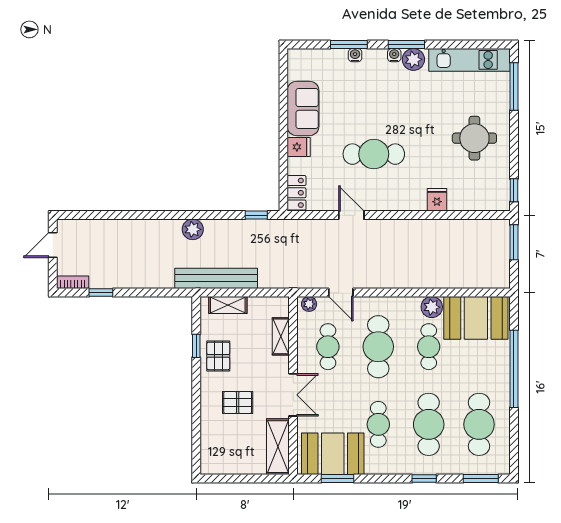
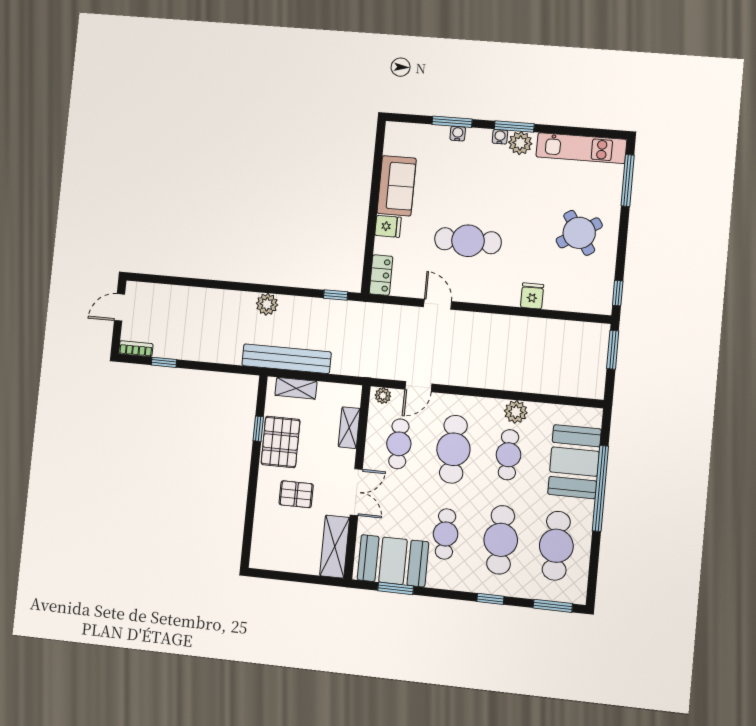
round table: (474, 138) -> (579, 233), turned -33
door: (341, 293) -> (418, 387), hinge flipped
booth: (476, 318) -> (574, 462), moved, turned 90
pallet: (218, 356) -> (281, 442), width x1.50, depth x1.42

